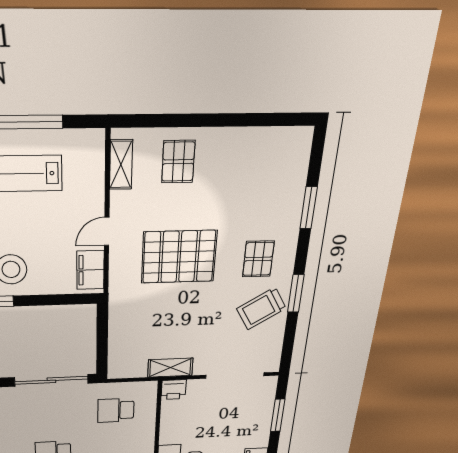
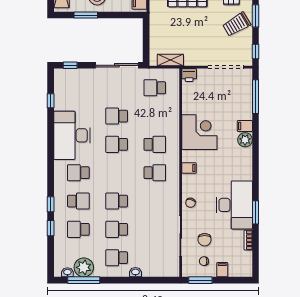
window: (287, 350) -> (255, 52), added
shelving: (170, 368) -> (170, 60), moved
window: (278, 415) -> (255, 97), width x1.44

